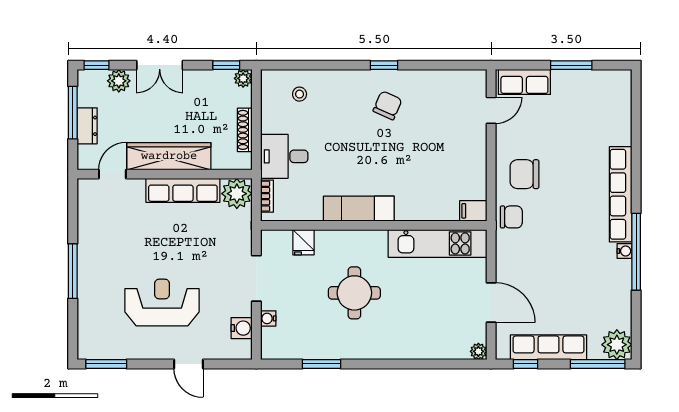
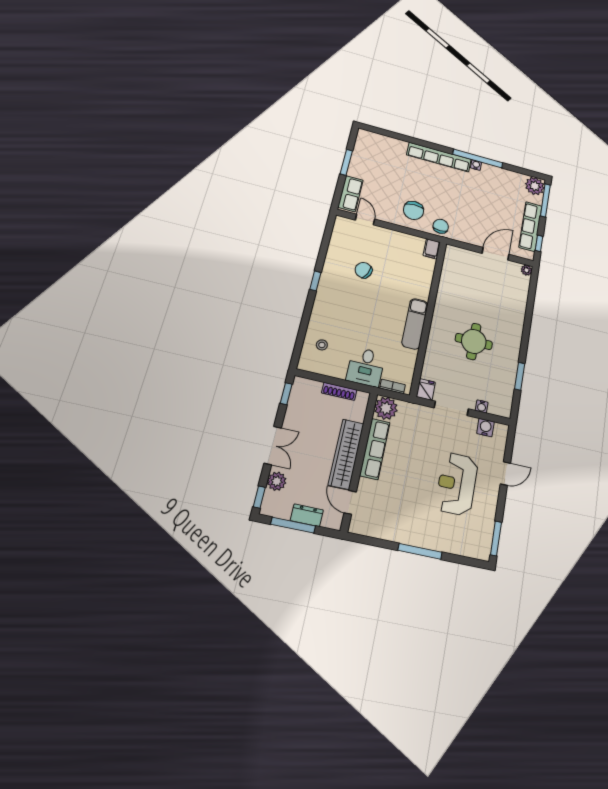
plant: (243, 78) -> (300, 383), removed
chair: (388, 105) -> (364, 270), moved
fridge: (303, 242) -> (426, 390), moved, turned -90
kitchen unit: (437, 243) -> (450, 278), removed

